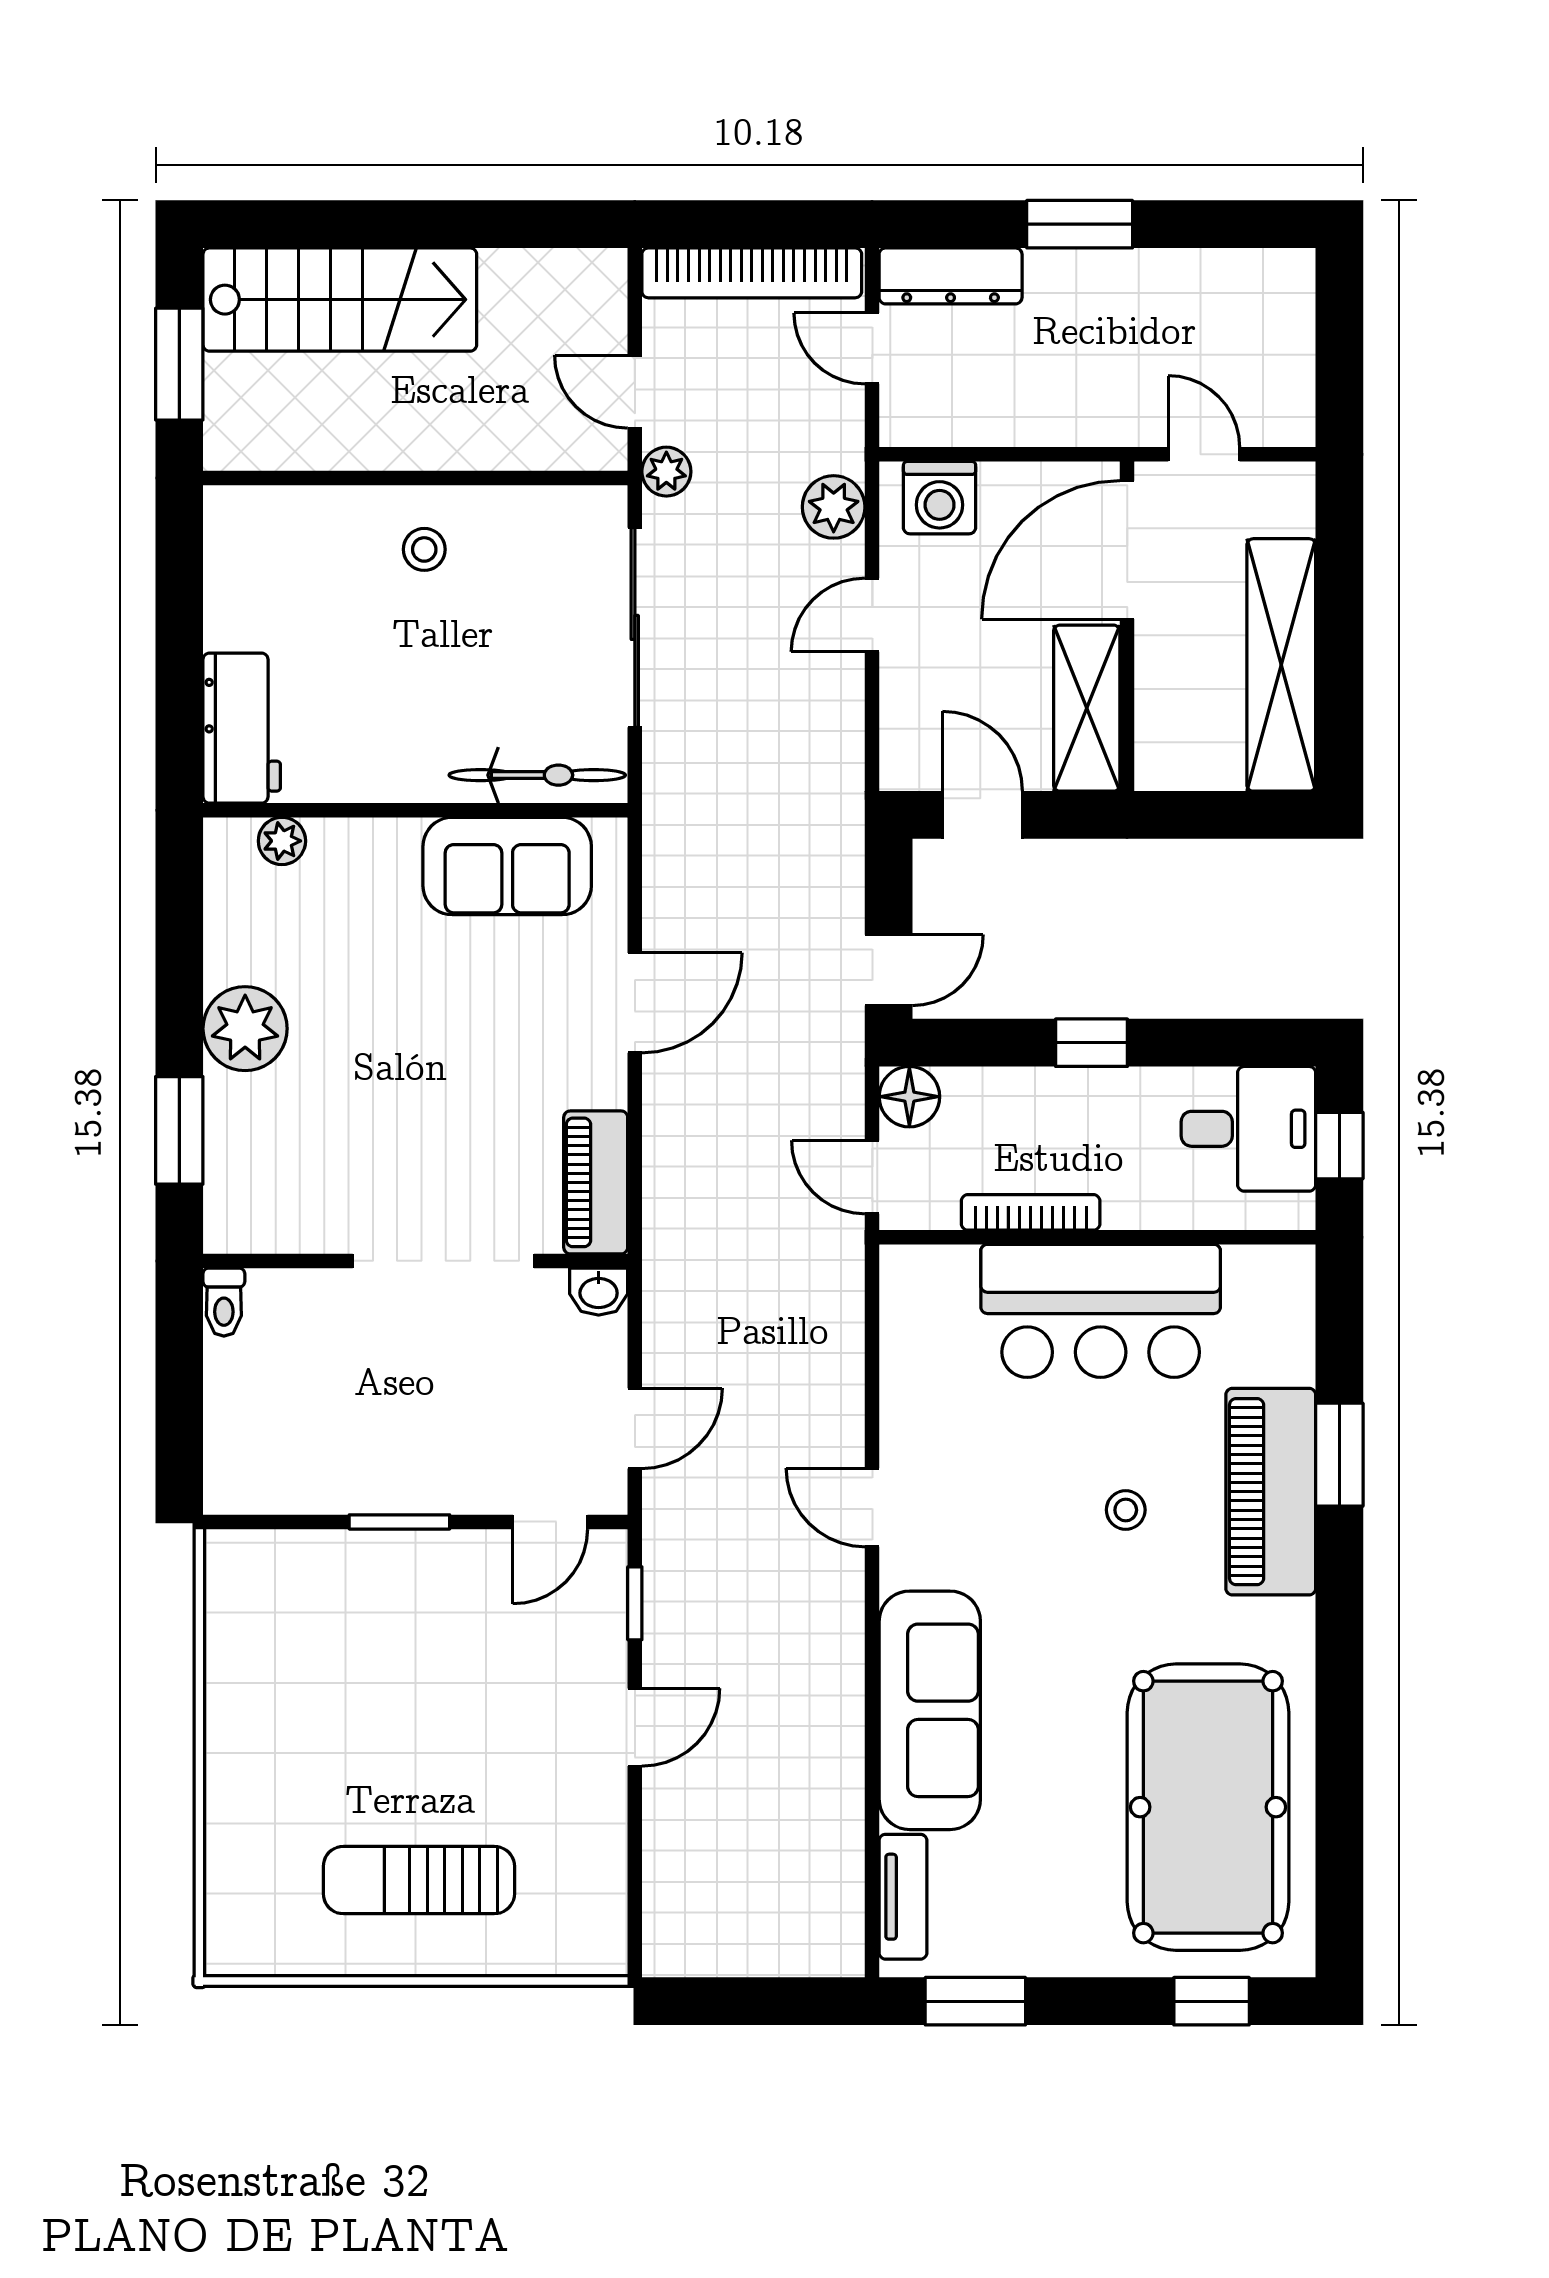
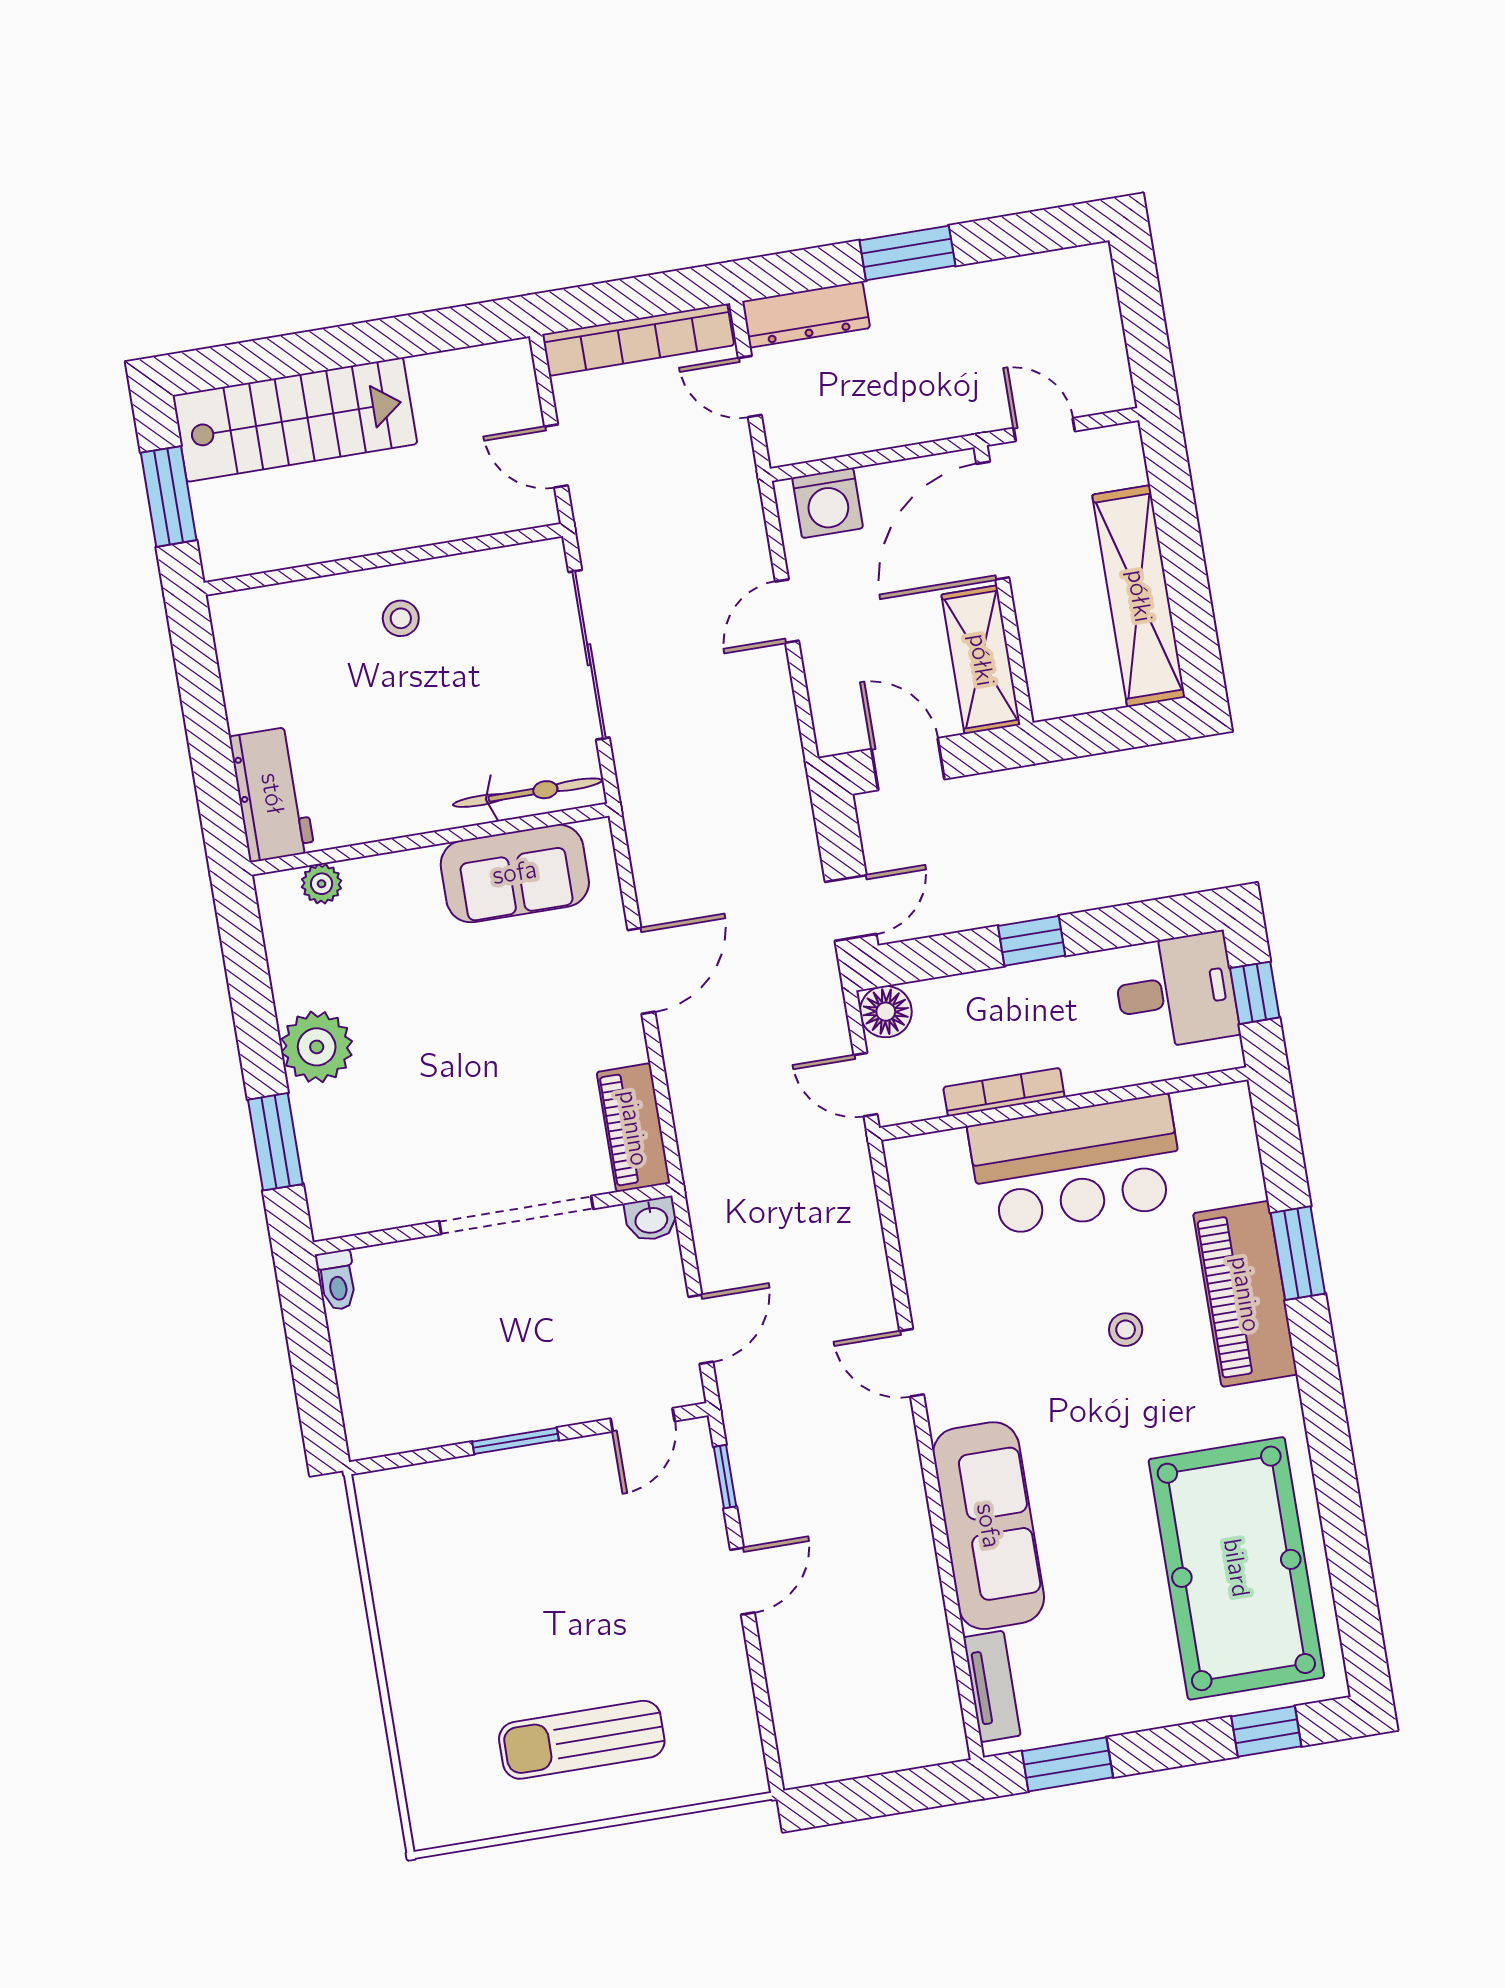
plant: (666, 472) -> (594, 519), removed
plant: (834, 507) -> (740, 525), removed

